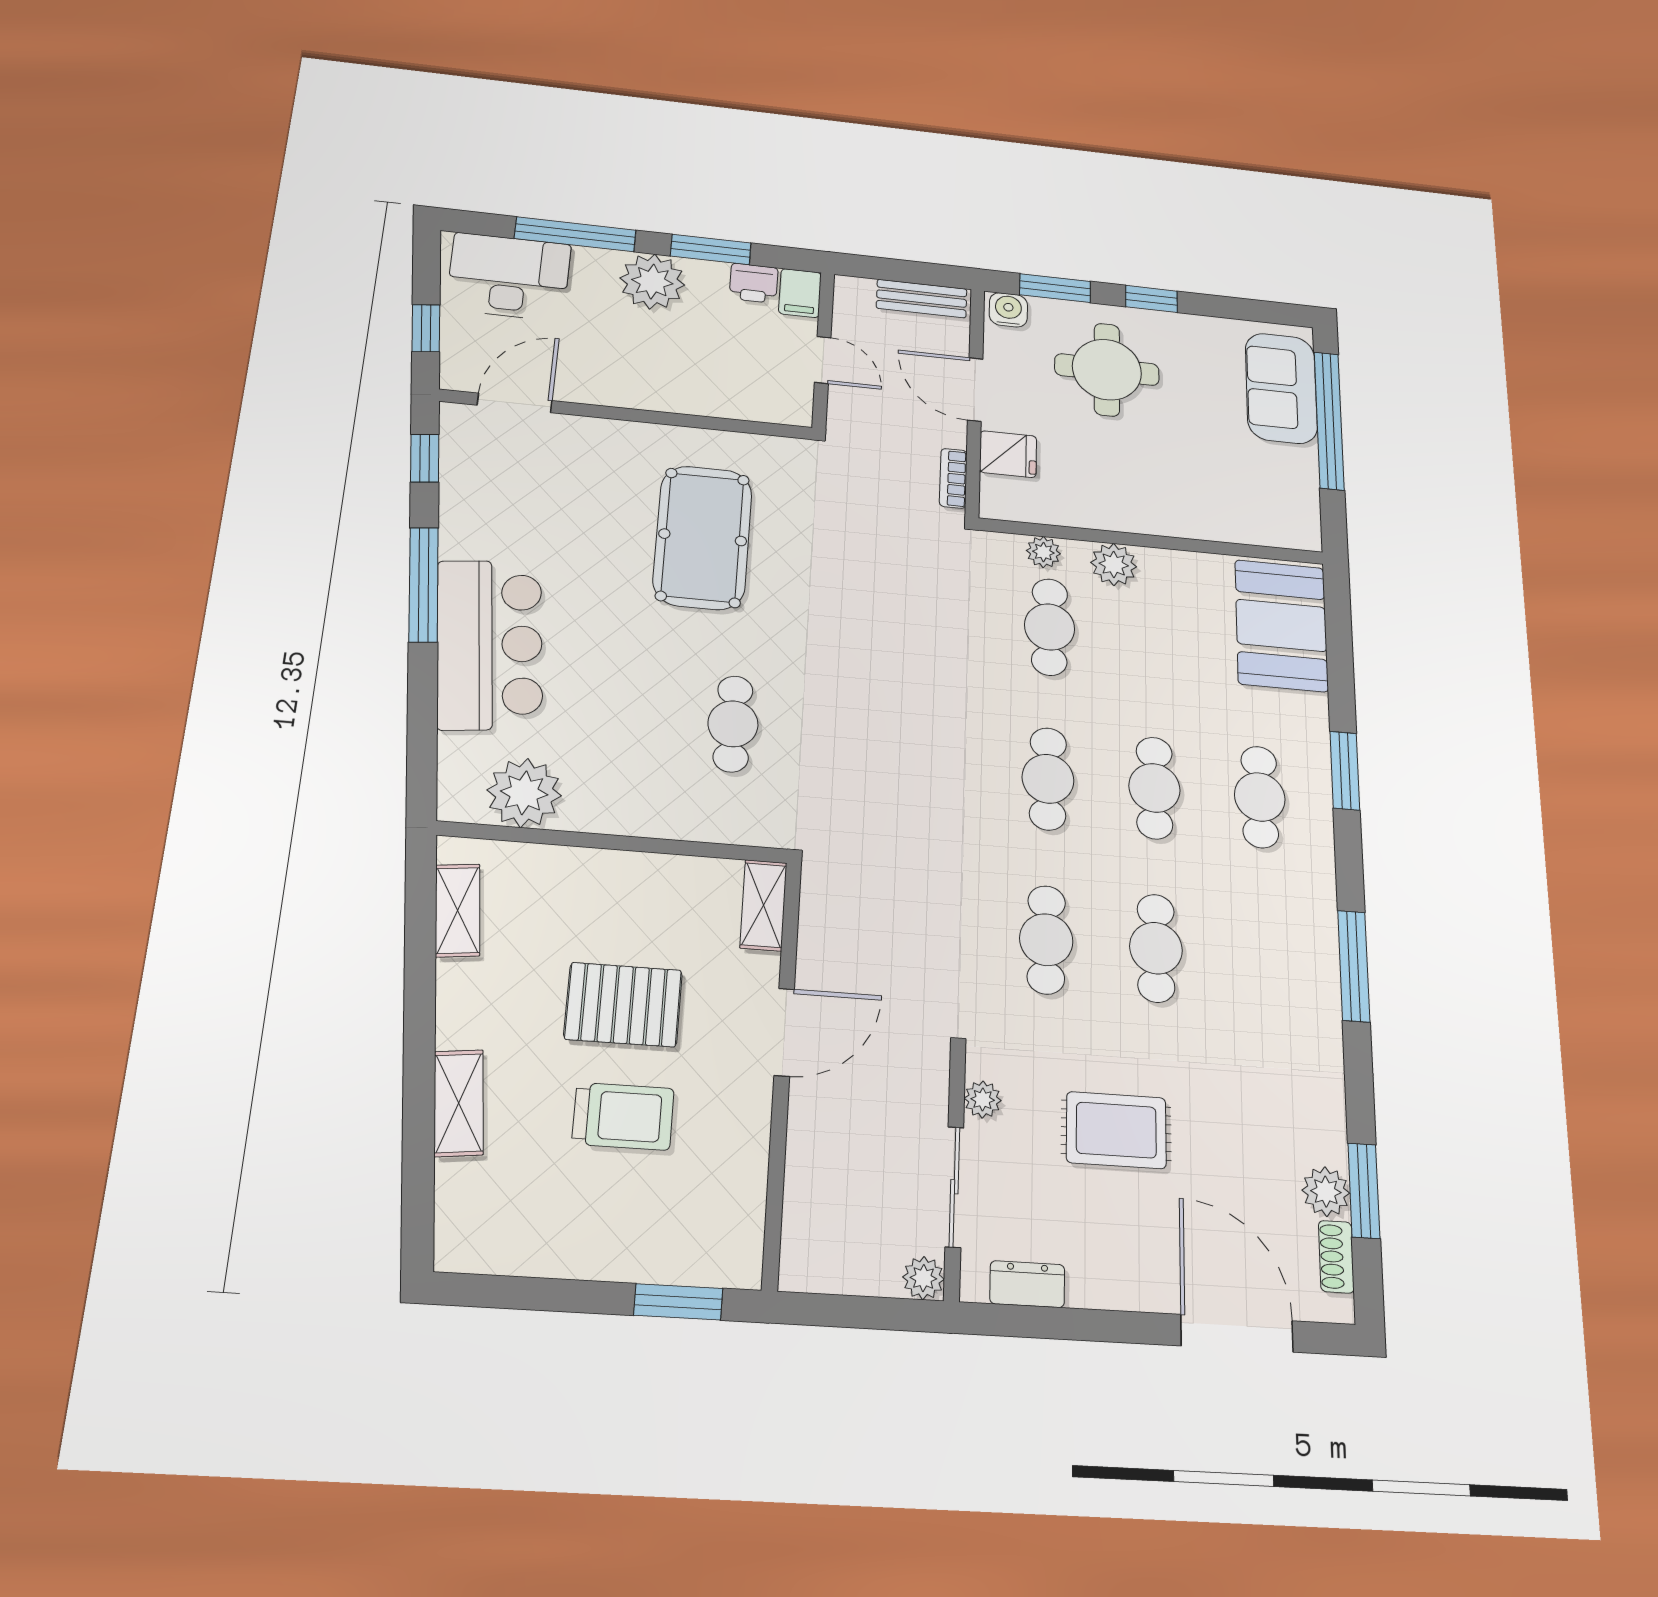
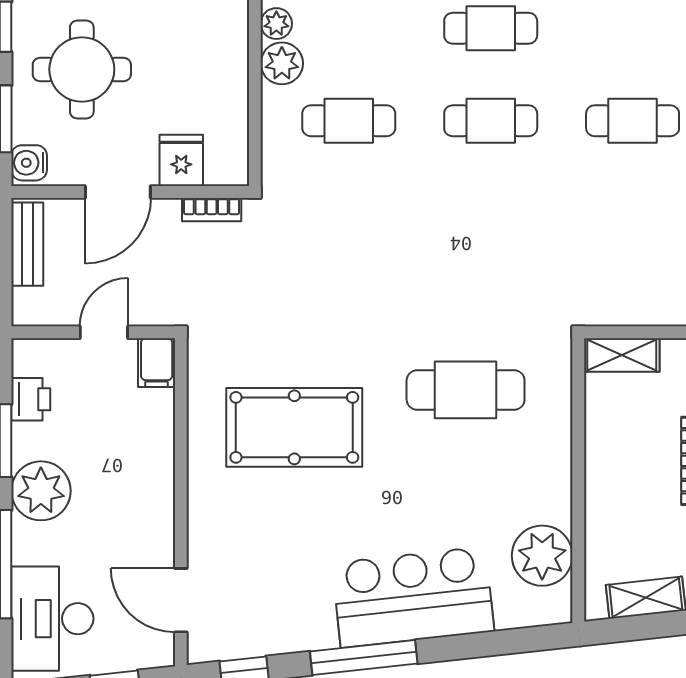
filing cabinet: (800, 293) -> (157, 363), moved, turned 90
plant: (1043, 552) -> (276, 24), moved
cafe table: (733, 724) -> (466, 390), width x1.37, depth x1.35
cafe table: (1156, 948) -> (633, 28), removed

